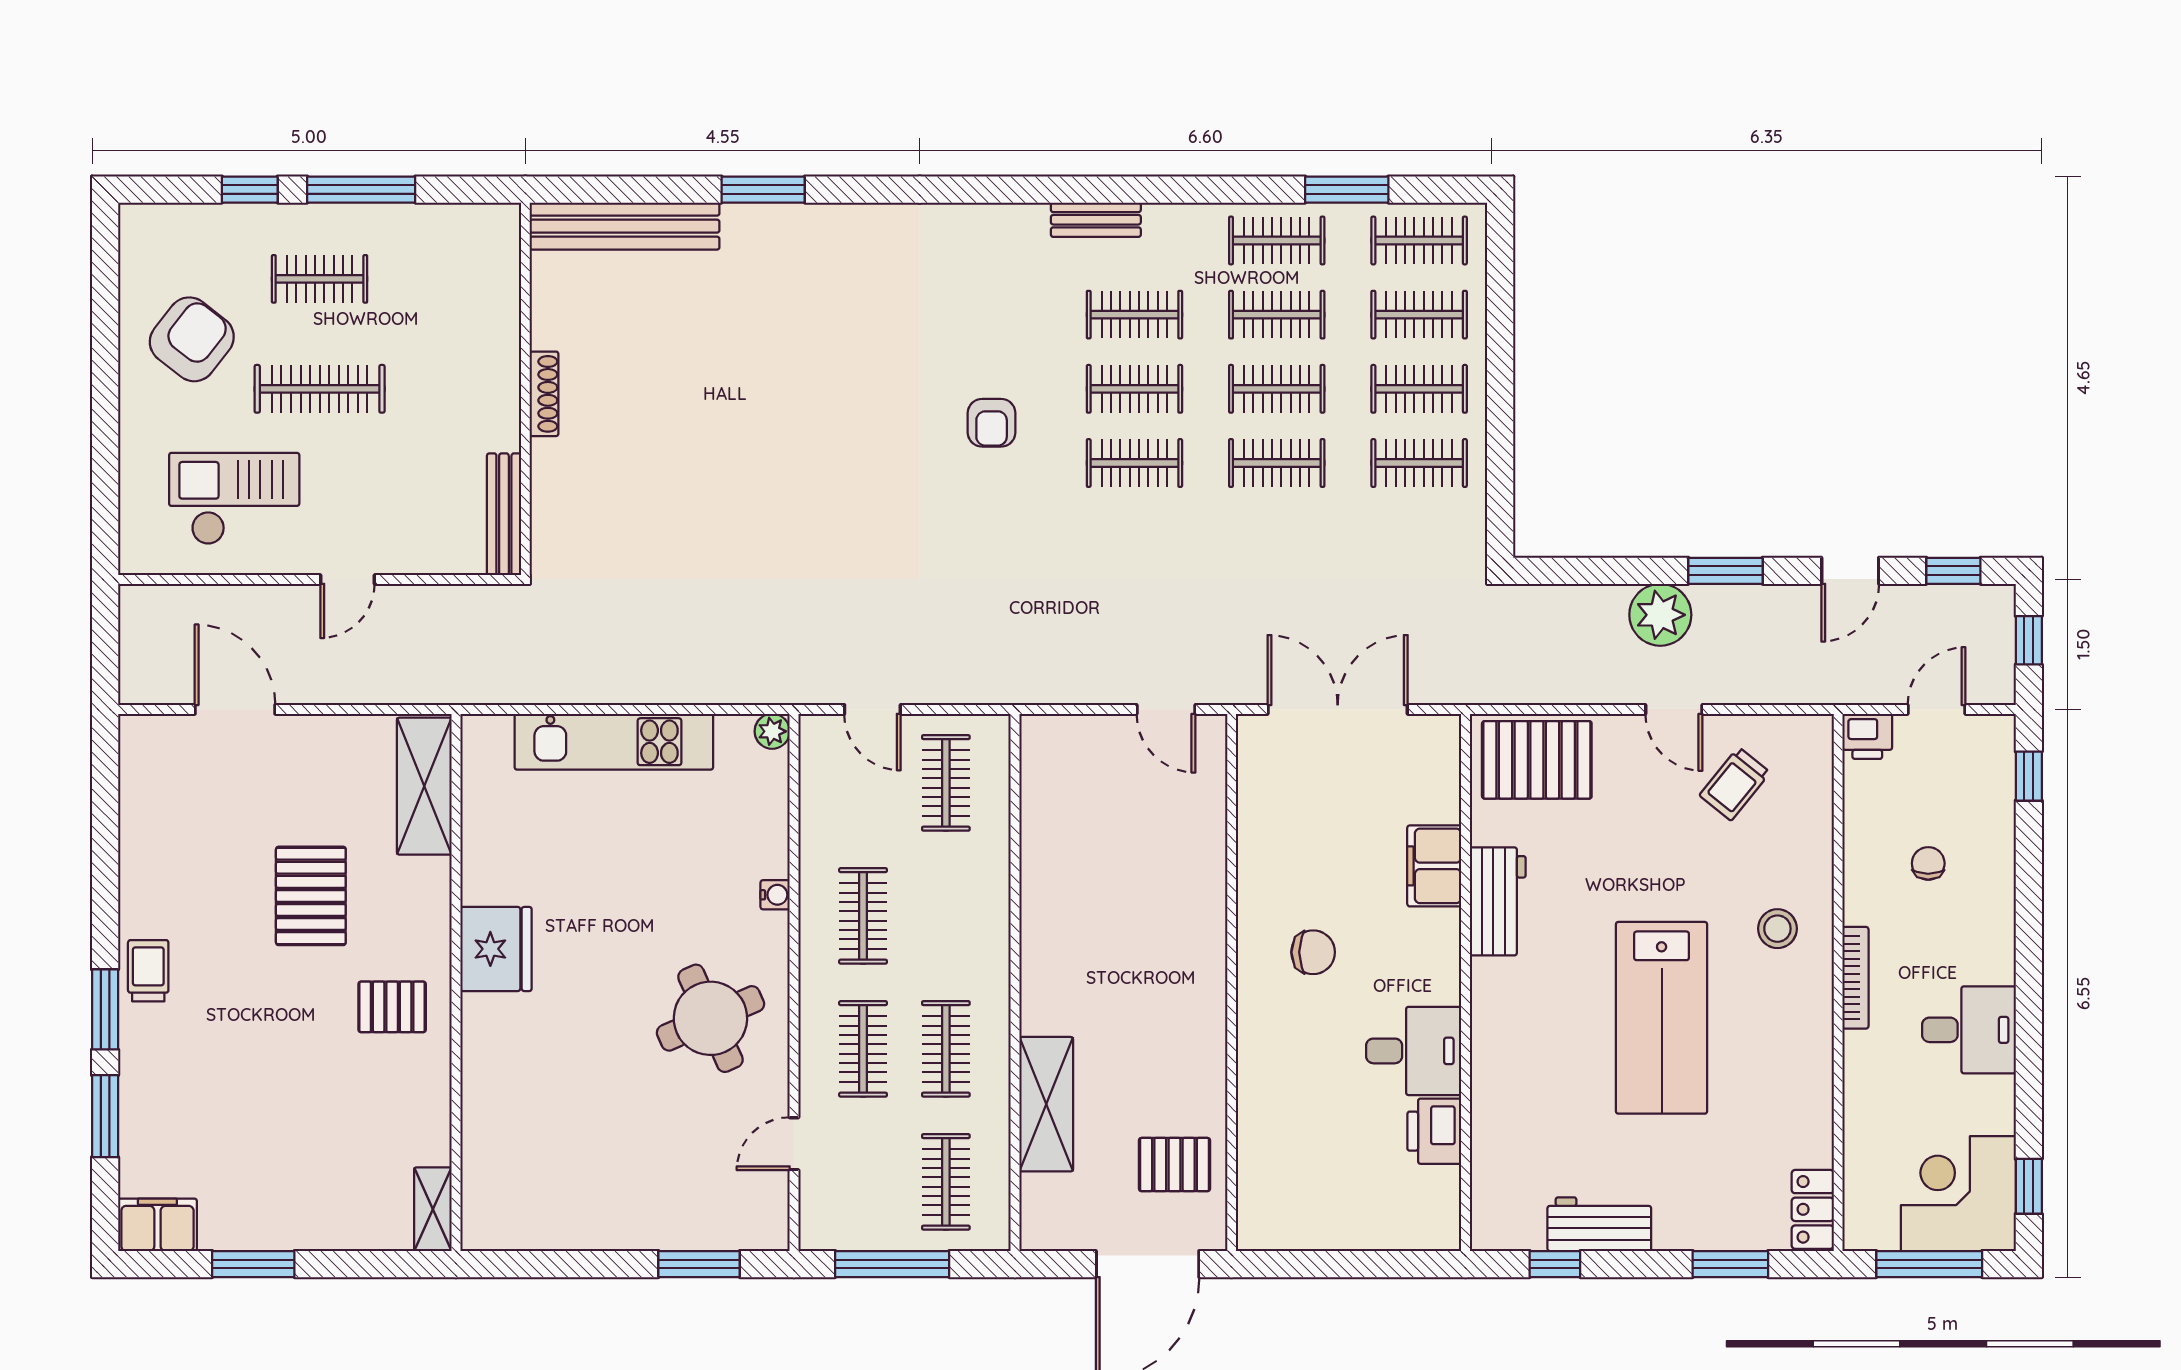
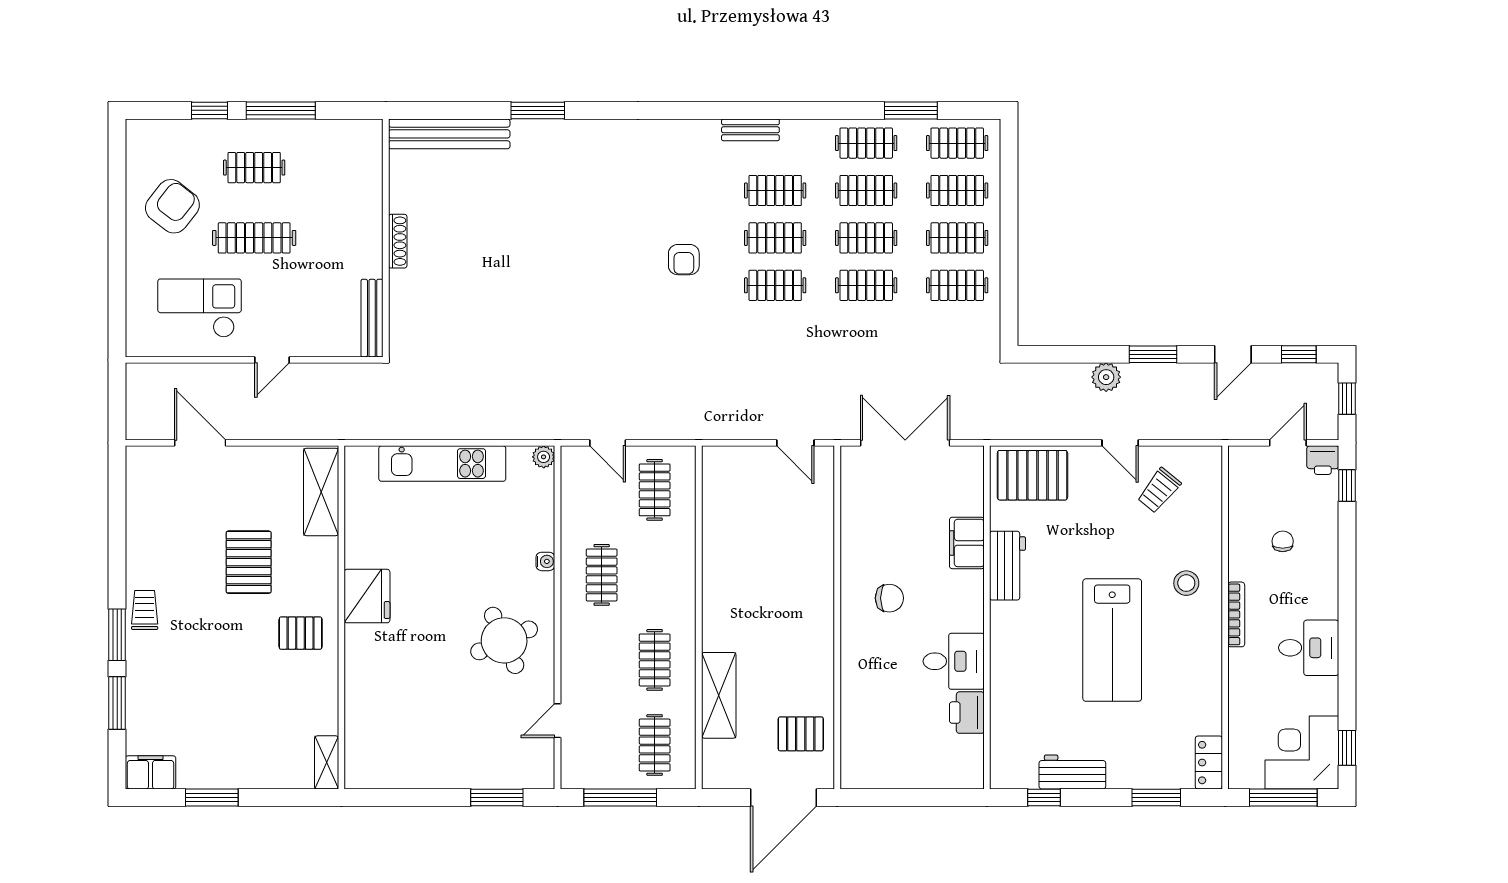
plant: (1660, 615) -> (1106, 377), width x0.73, depth x0.73
printer: (1867, 736) -> (1323, 460), moved
clothes rail: (863, 1049) -> (602, 660), removed

